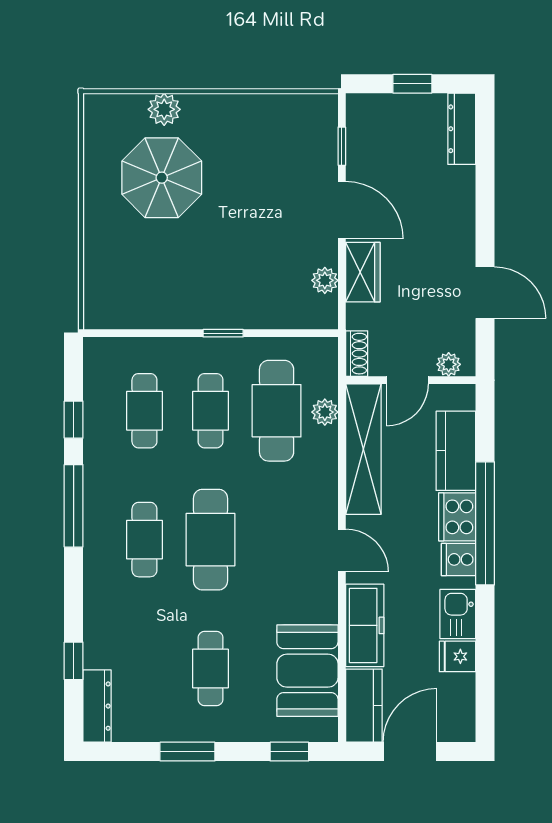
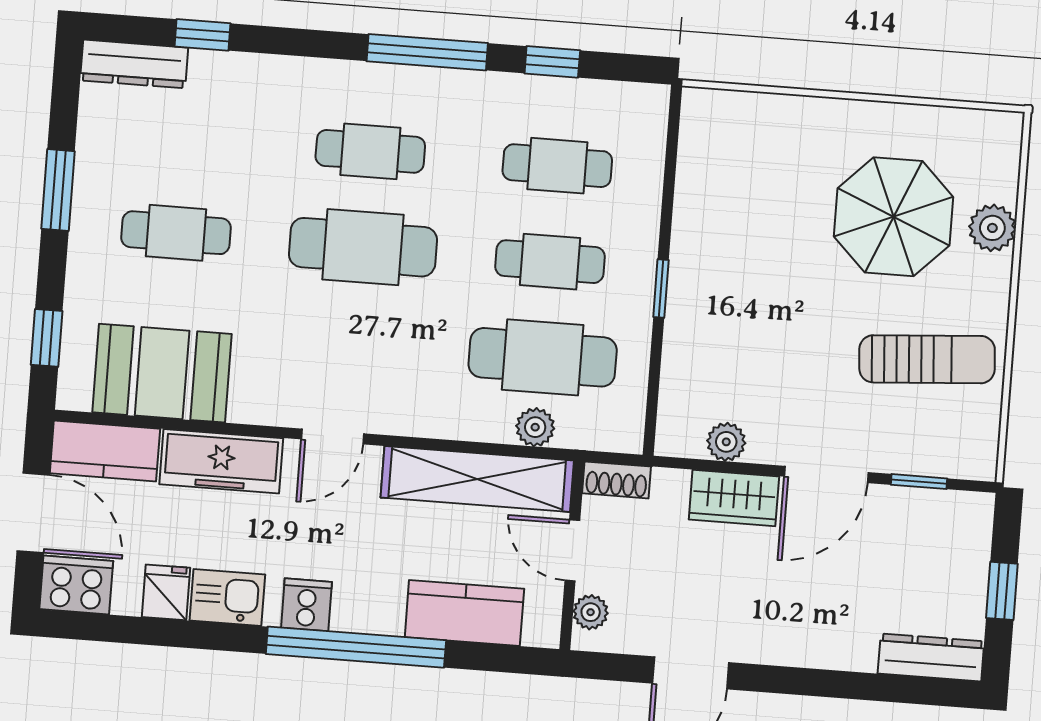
sun lounger: (258, 147) -> (927, 359), added
cooker: (457, 517) -> (76, 585), moved

